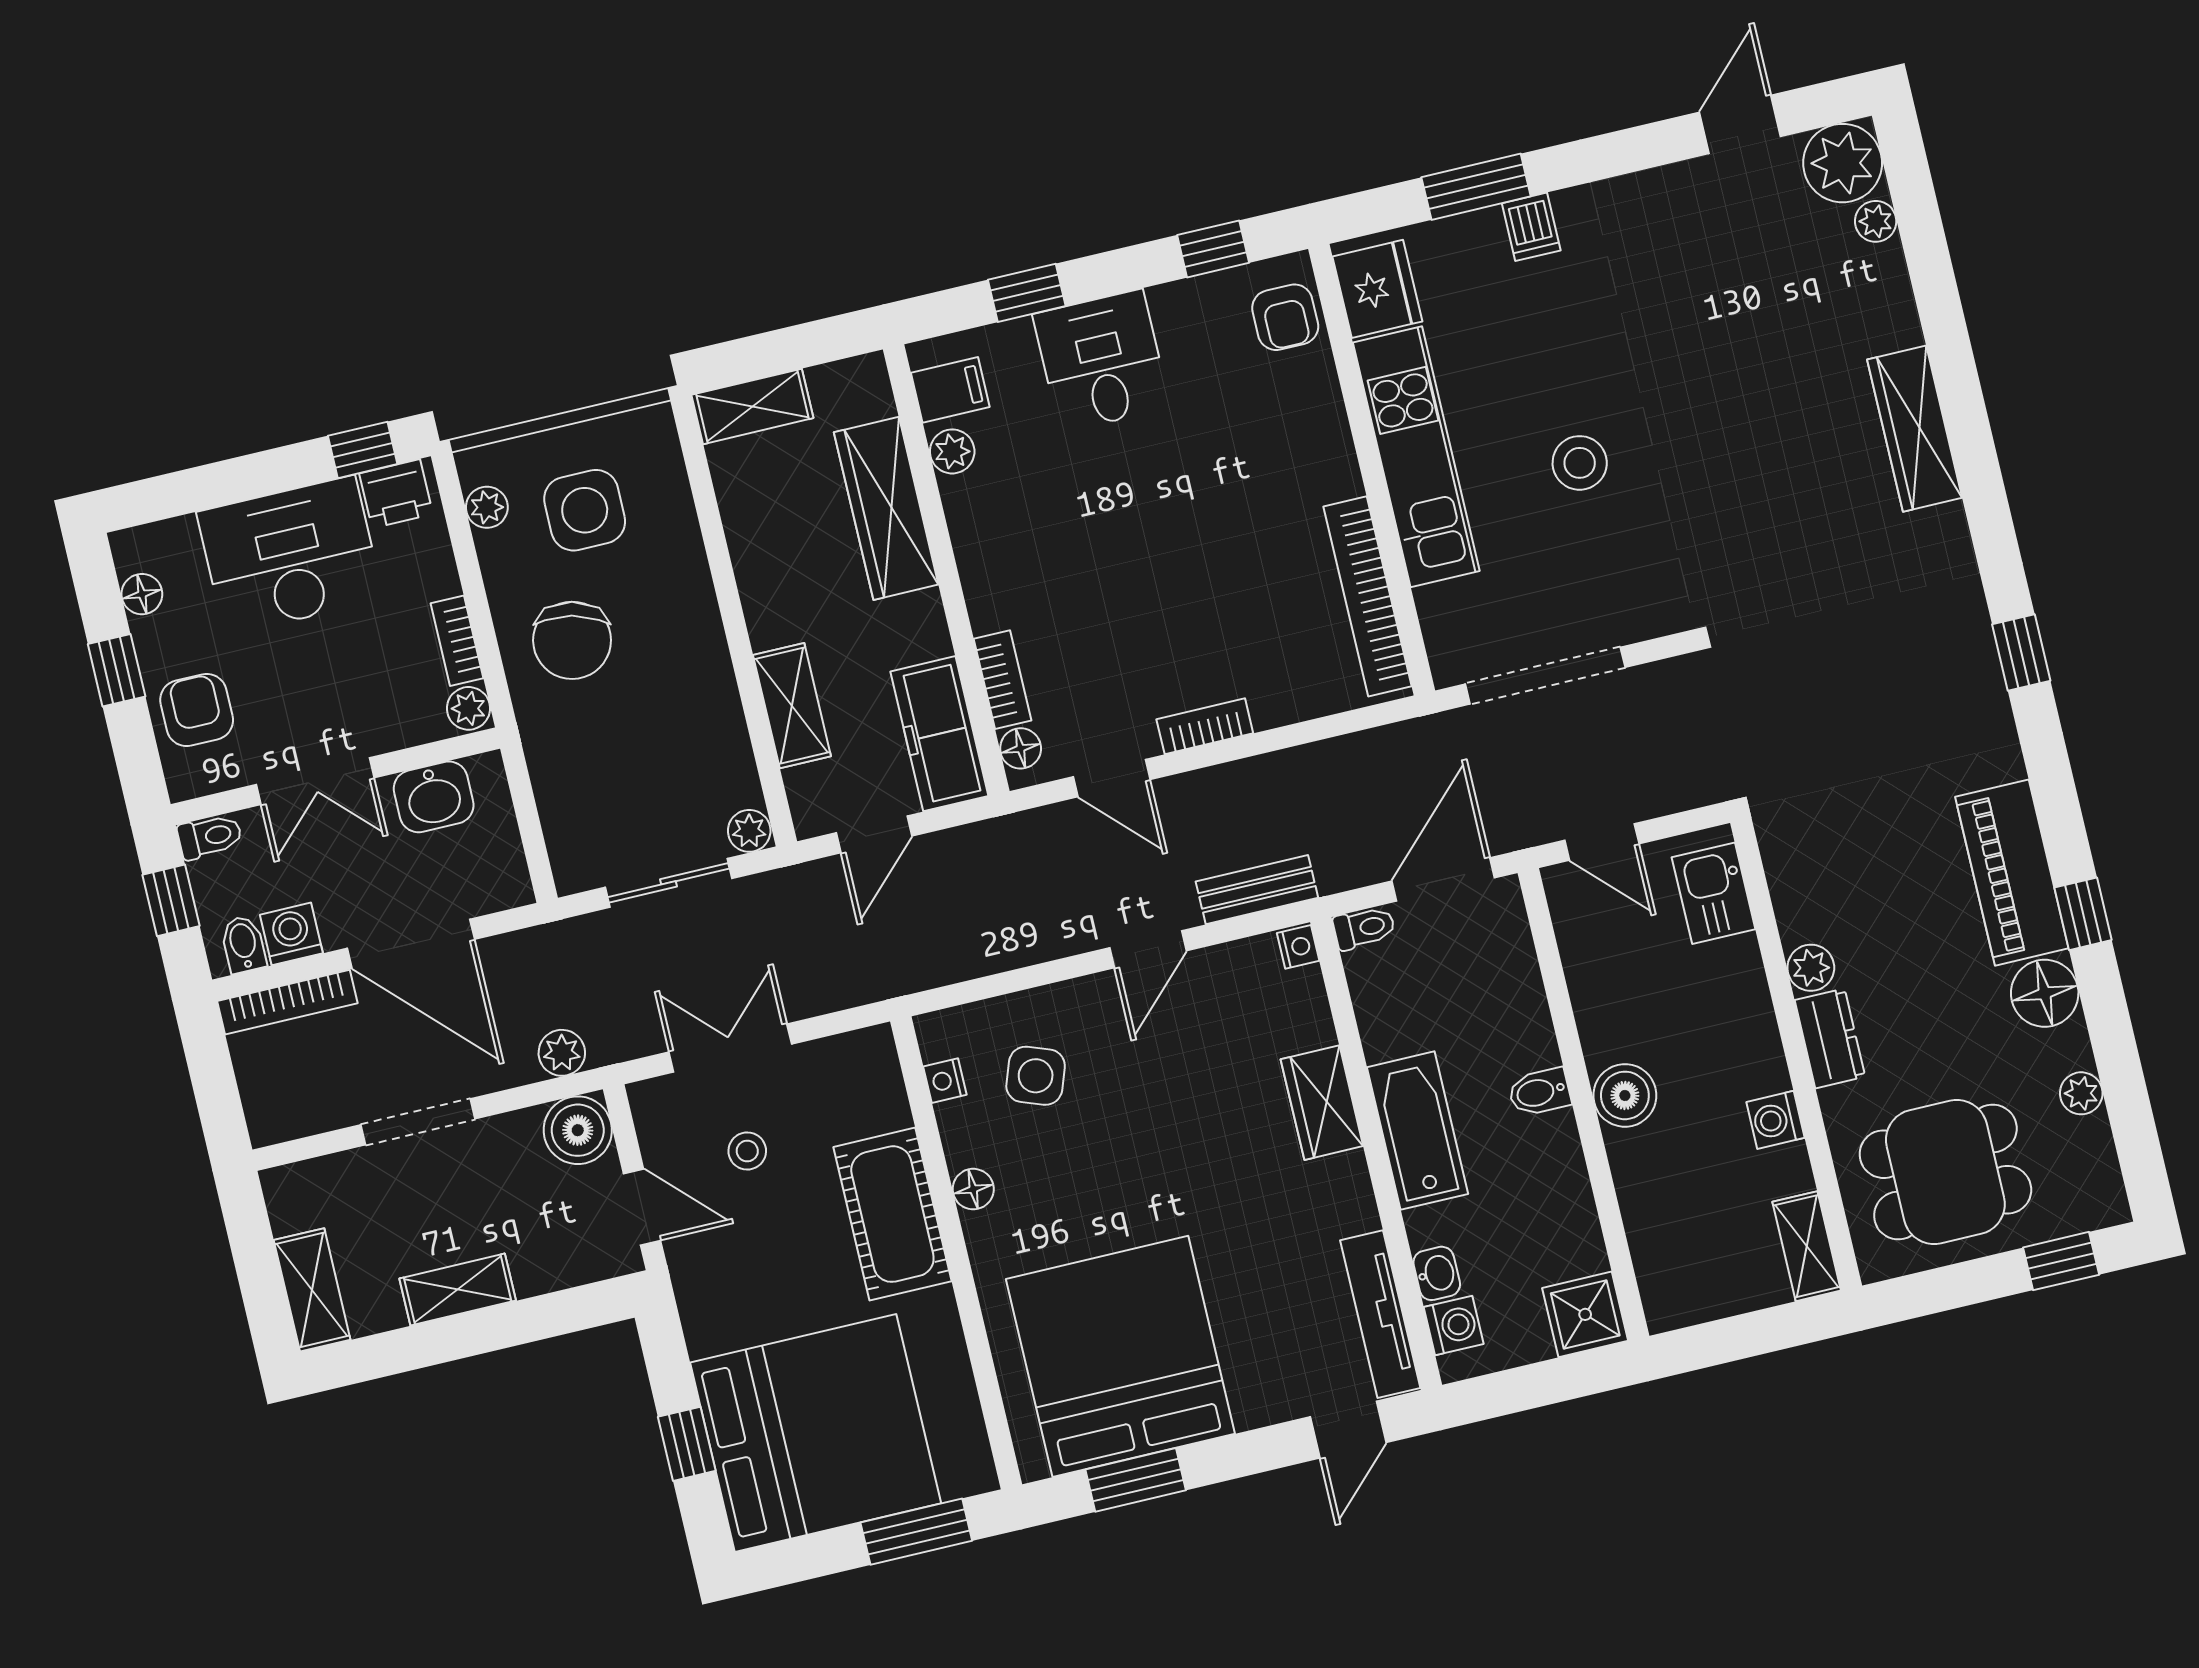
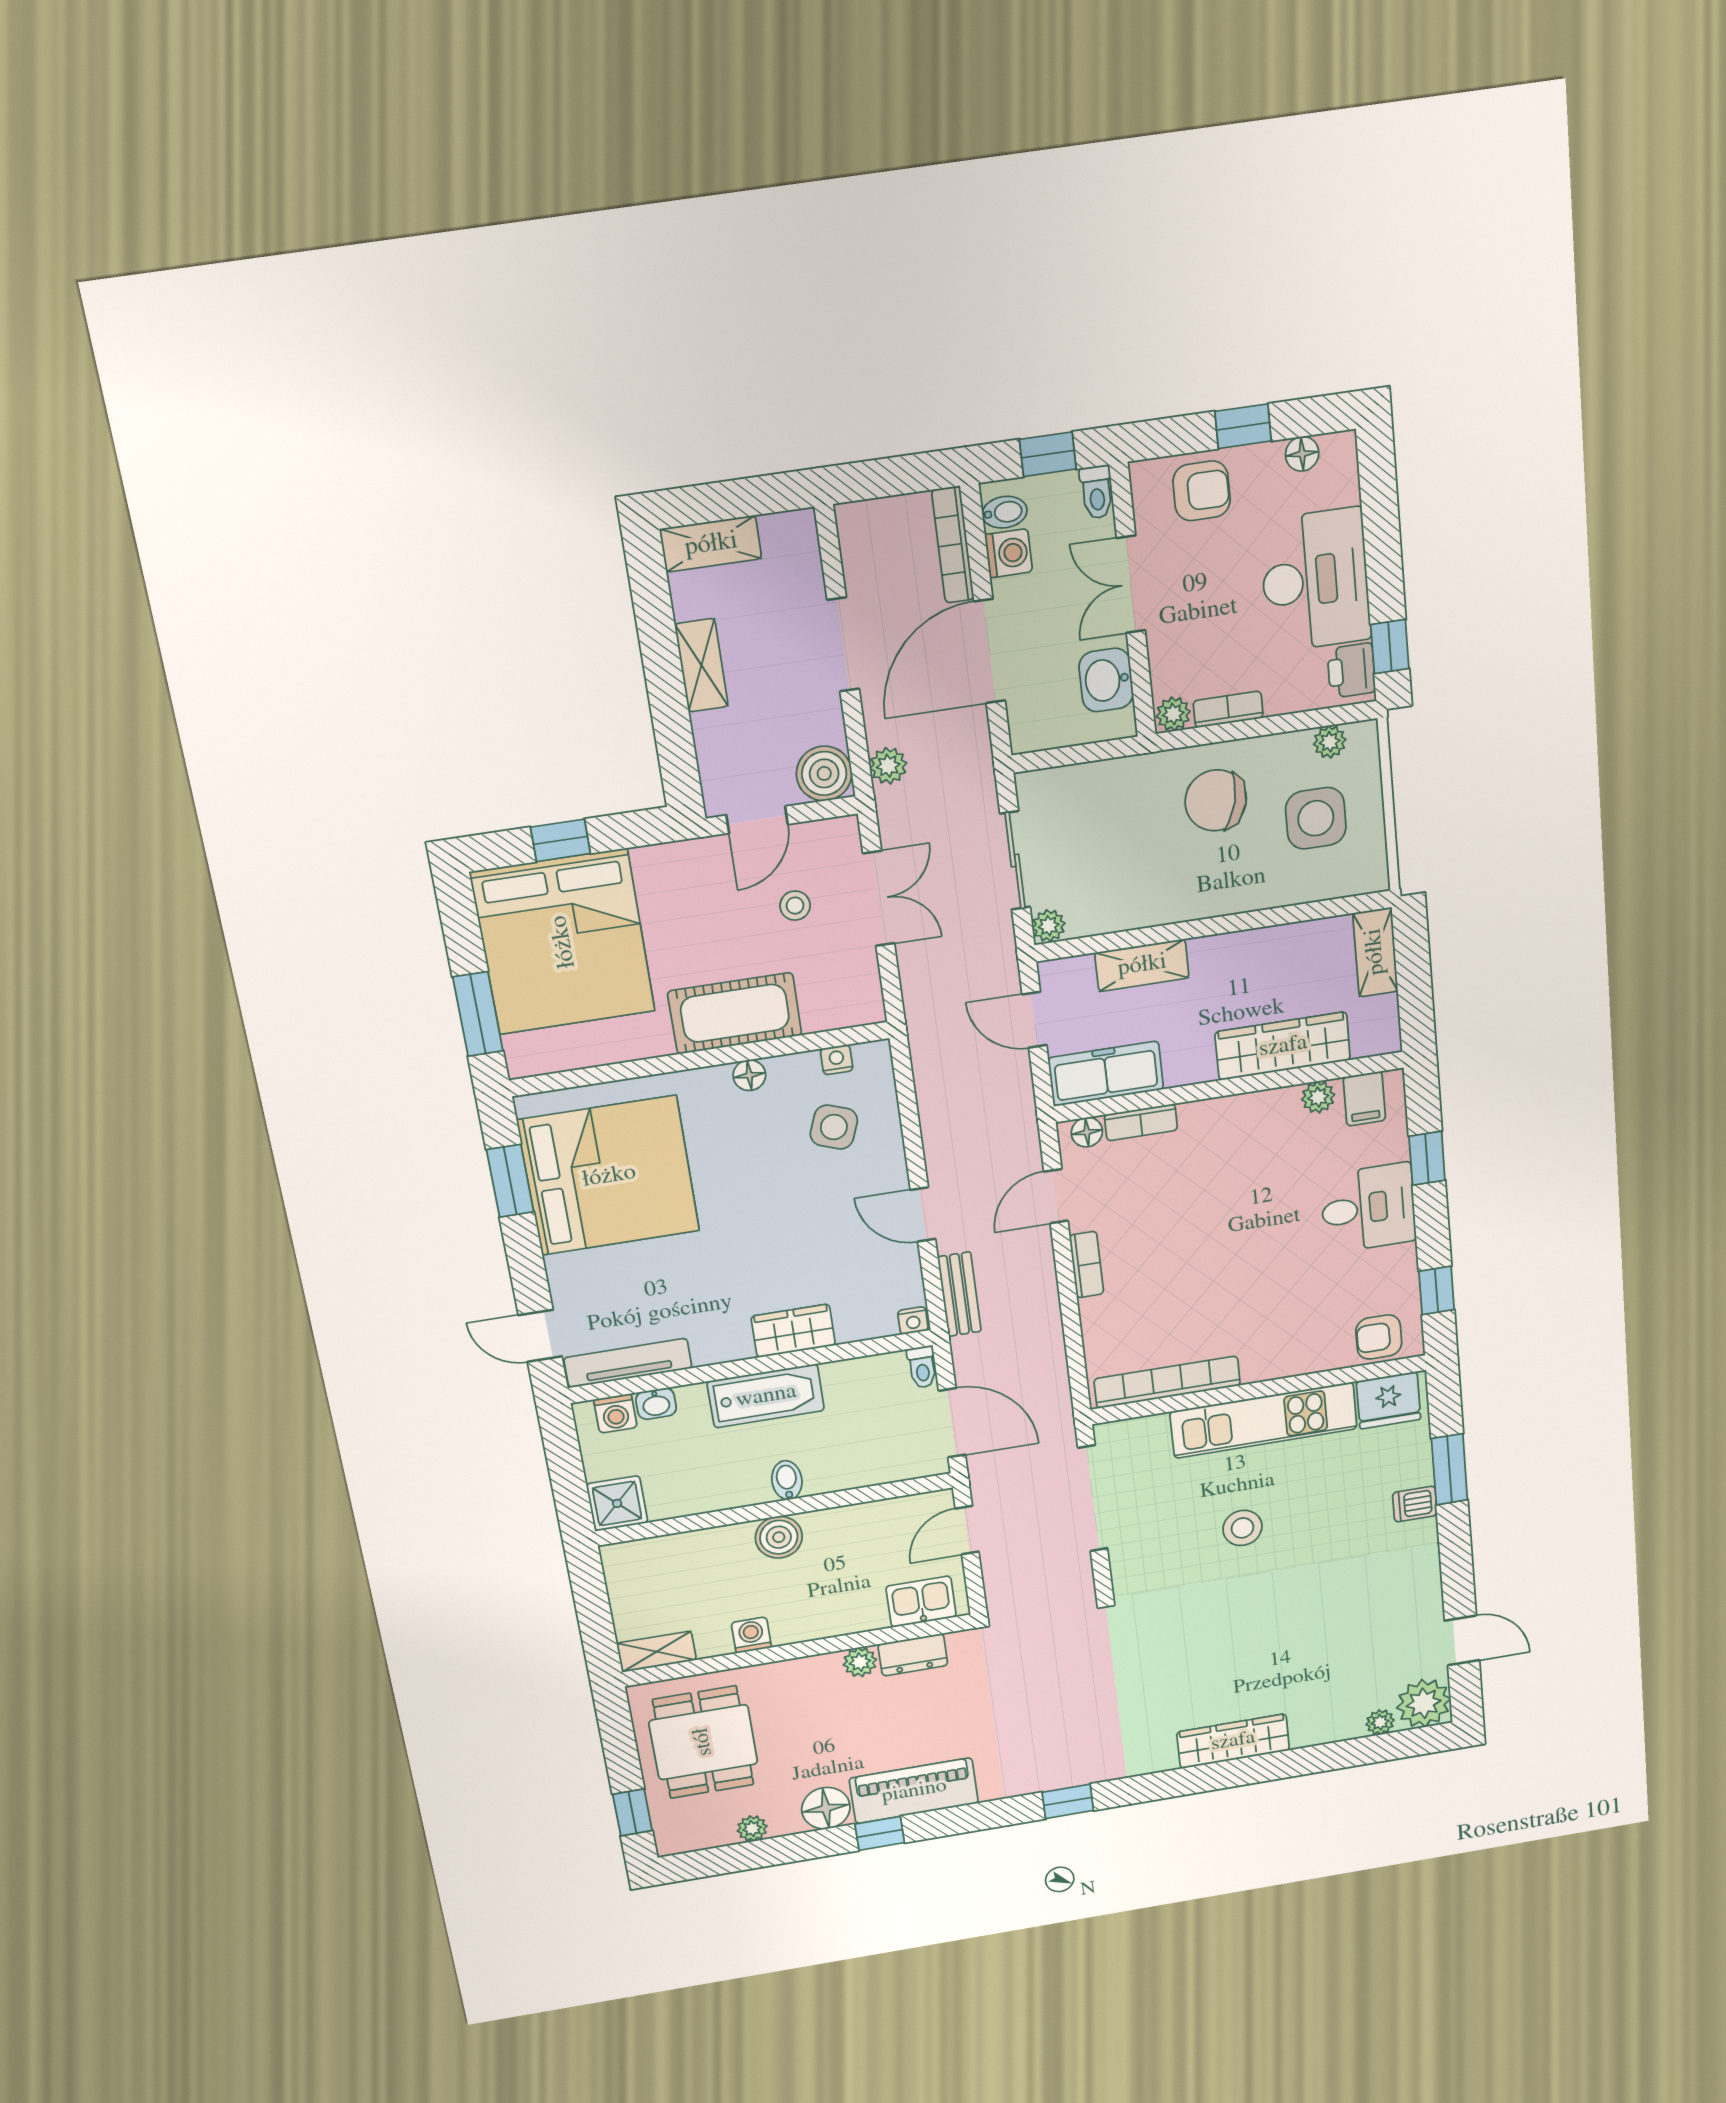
dresser: (1830, 1038) -> (913, 1655), moved

